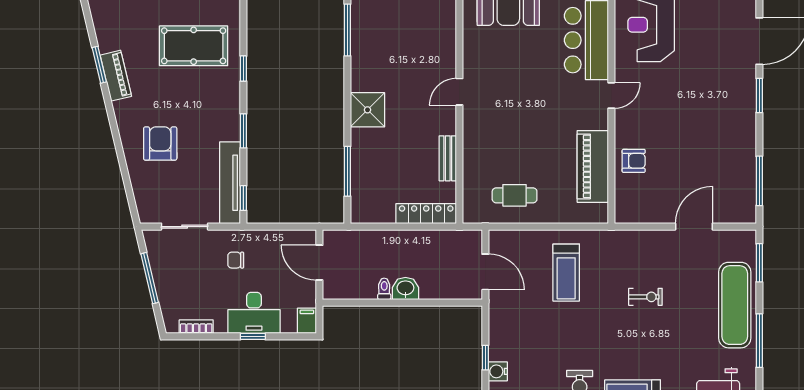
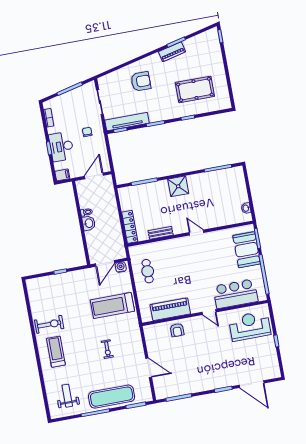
pool table: (194, 46) -> (195, 89), turned 90
treadmill: (566, 273) -> (112, 306), width x1.37, depth x1.38
water cooler: (498, 371) -> (121, 267), moved

